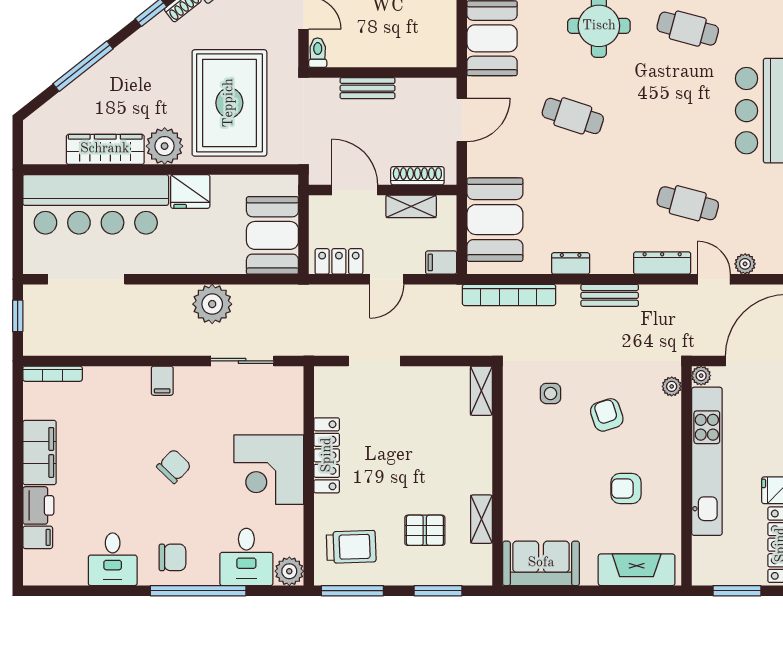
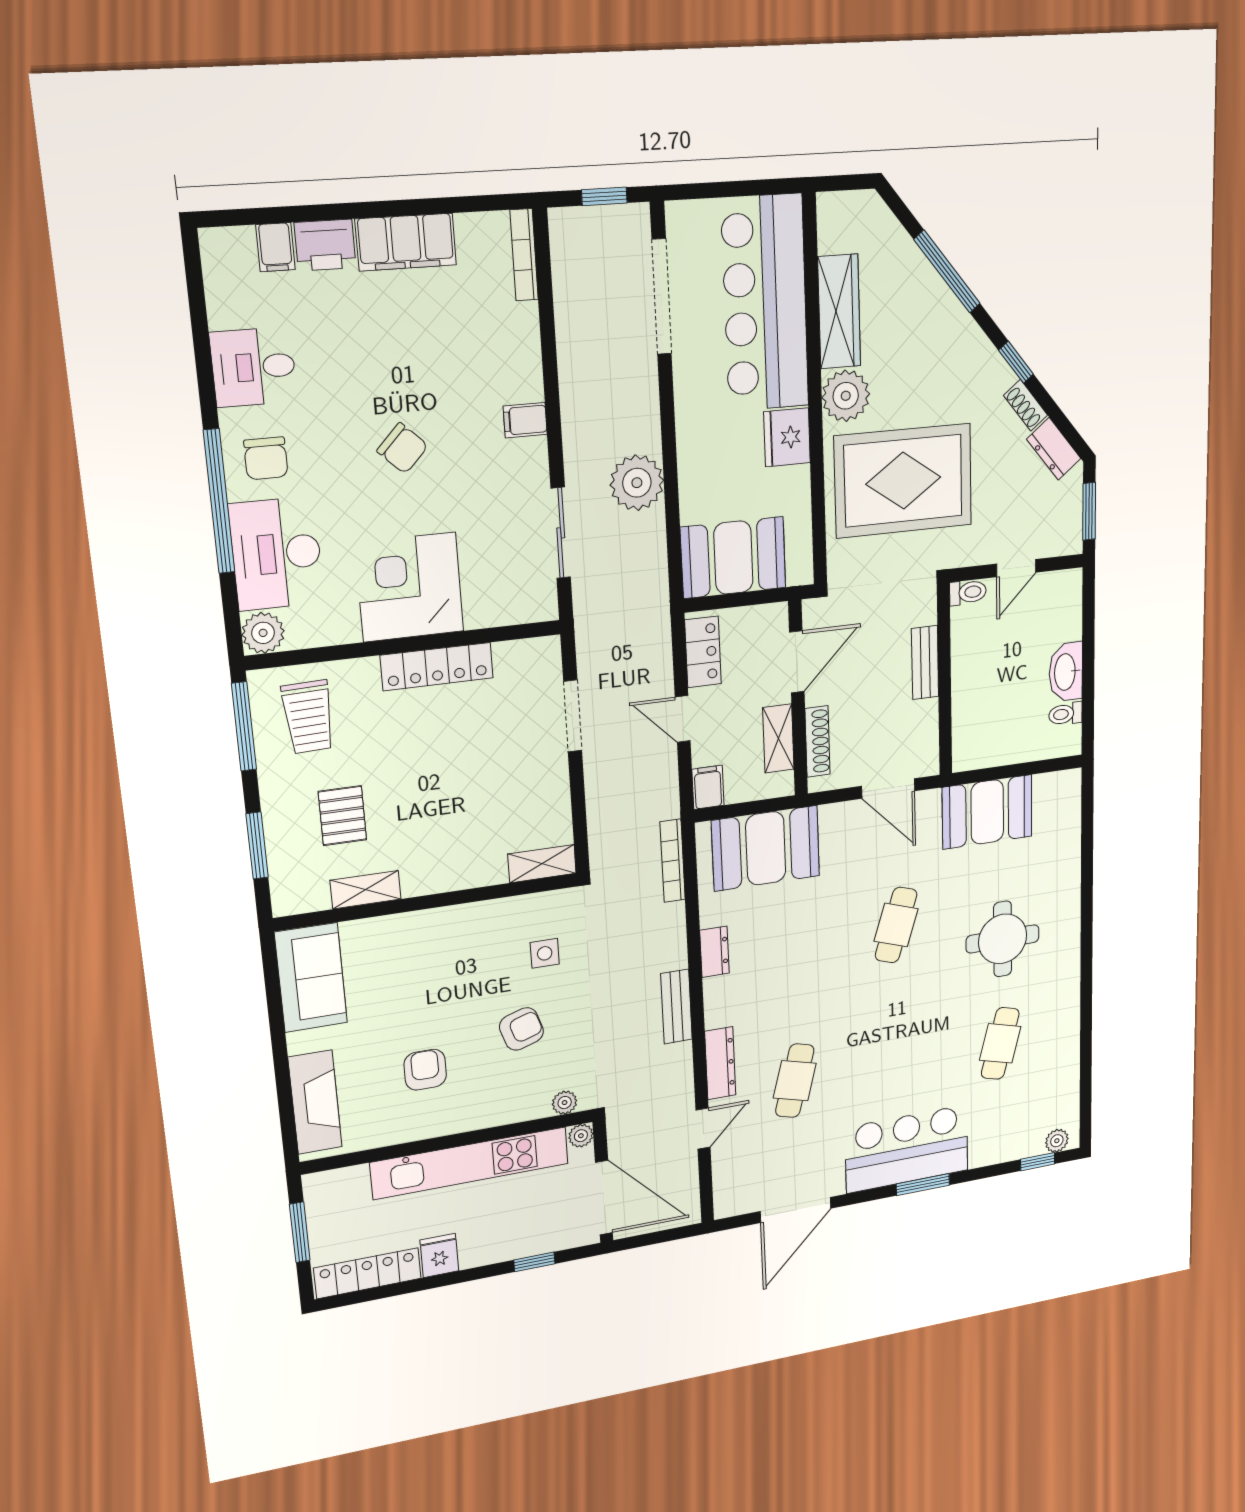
plant: (745, 264) -> (724, 1162), removed
bookcase: (509, 295) -> (673, 861), width x0.68, depth x0.76
desk: (246, 557) -> (276, 554), width x1.37

